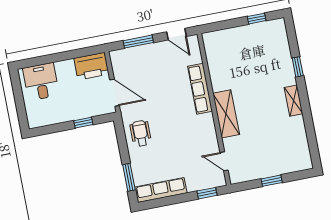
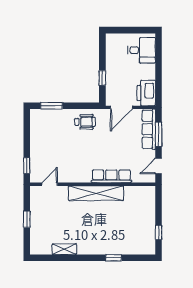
shelving: (294, 101) -> (64, 249), moved
shelving: (226, 114) -> (96, 193), width x1.47
row of seats: (161, 190) -> (149, 129), moved, turned 180

